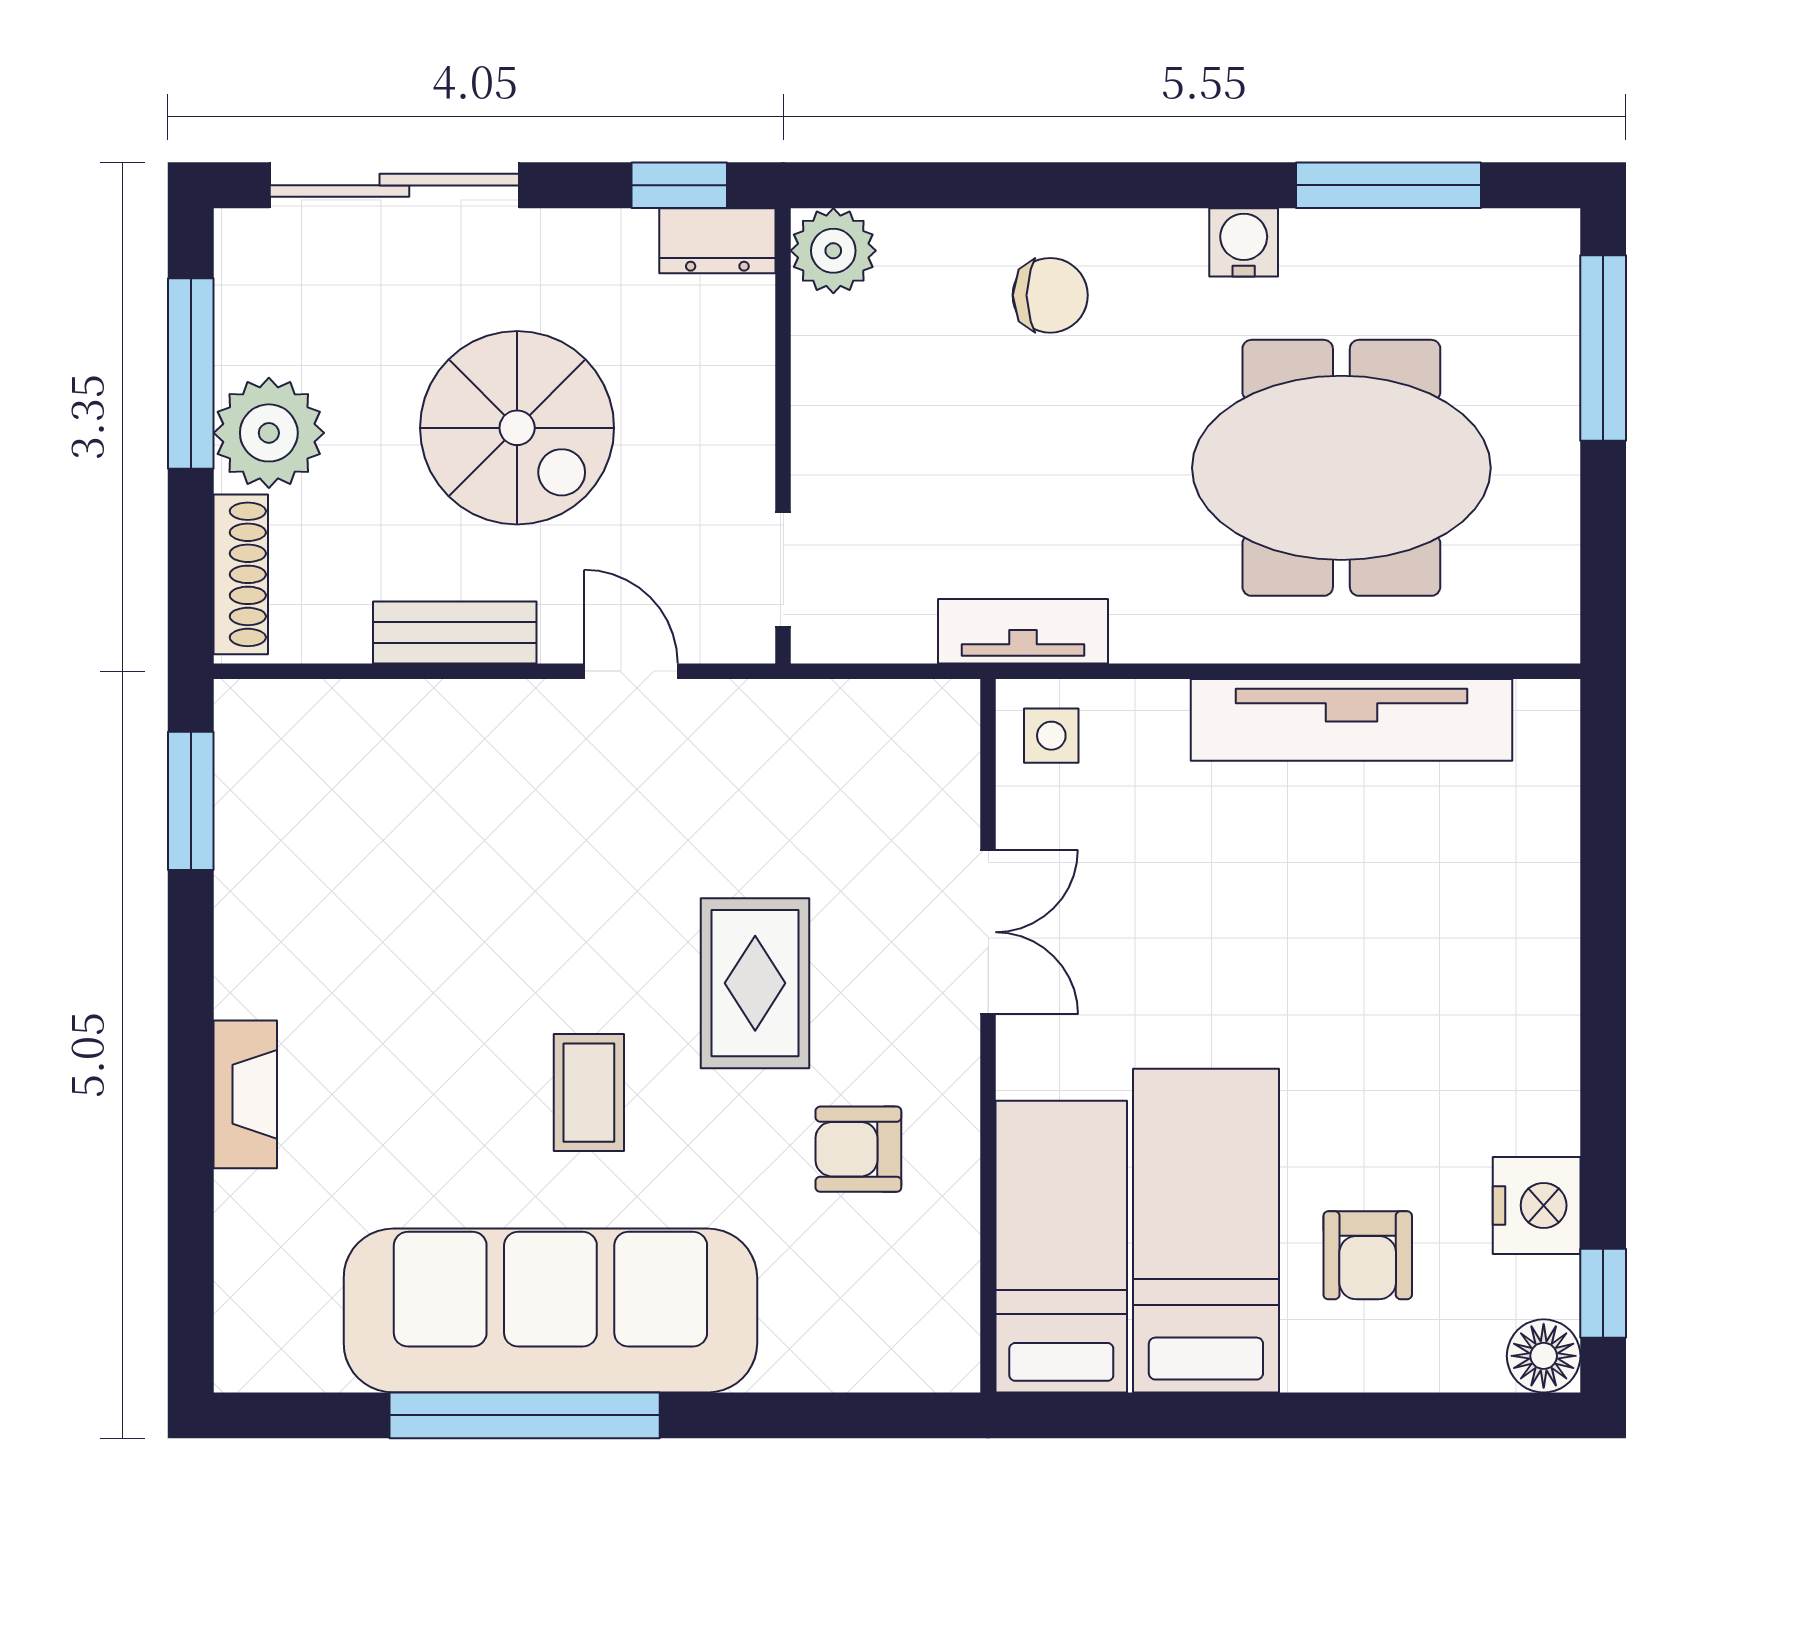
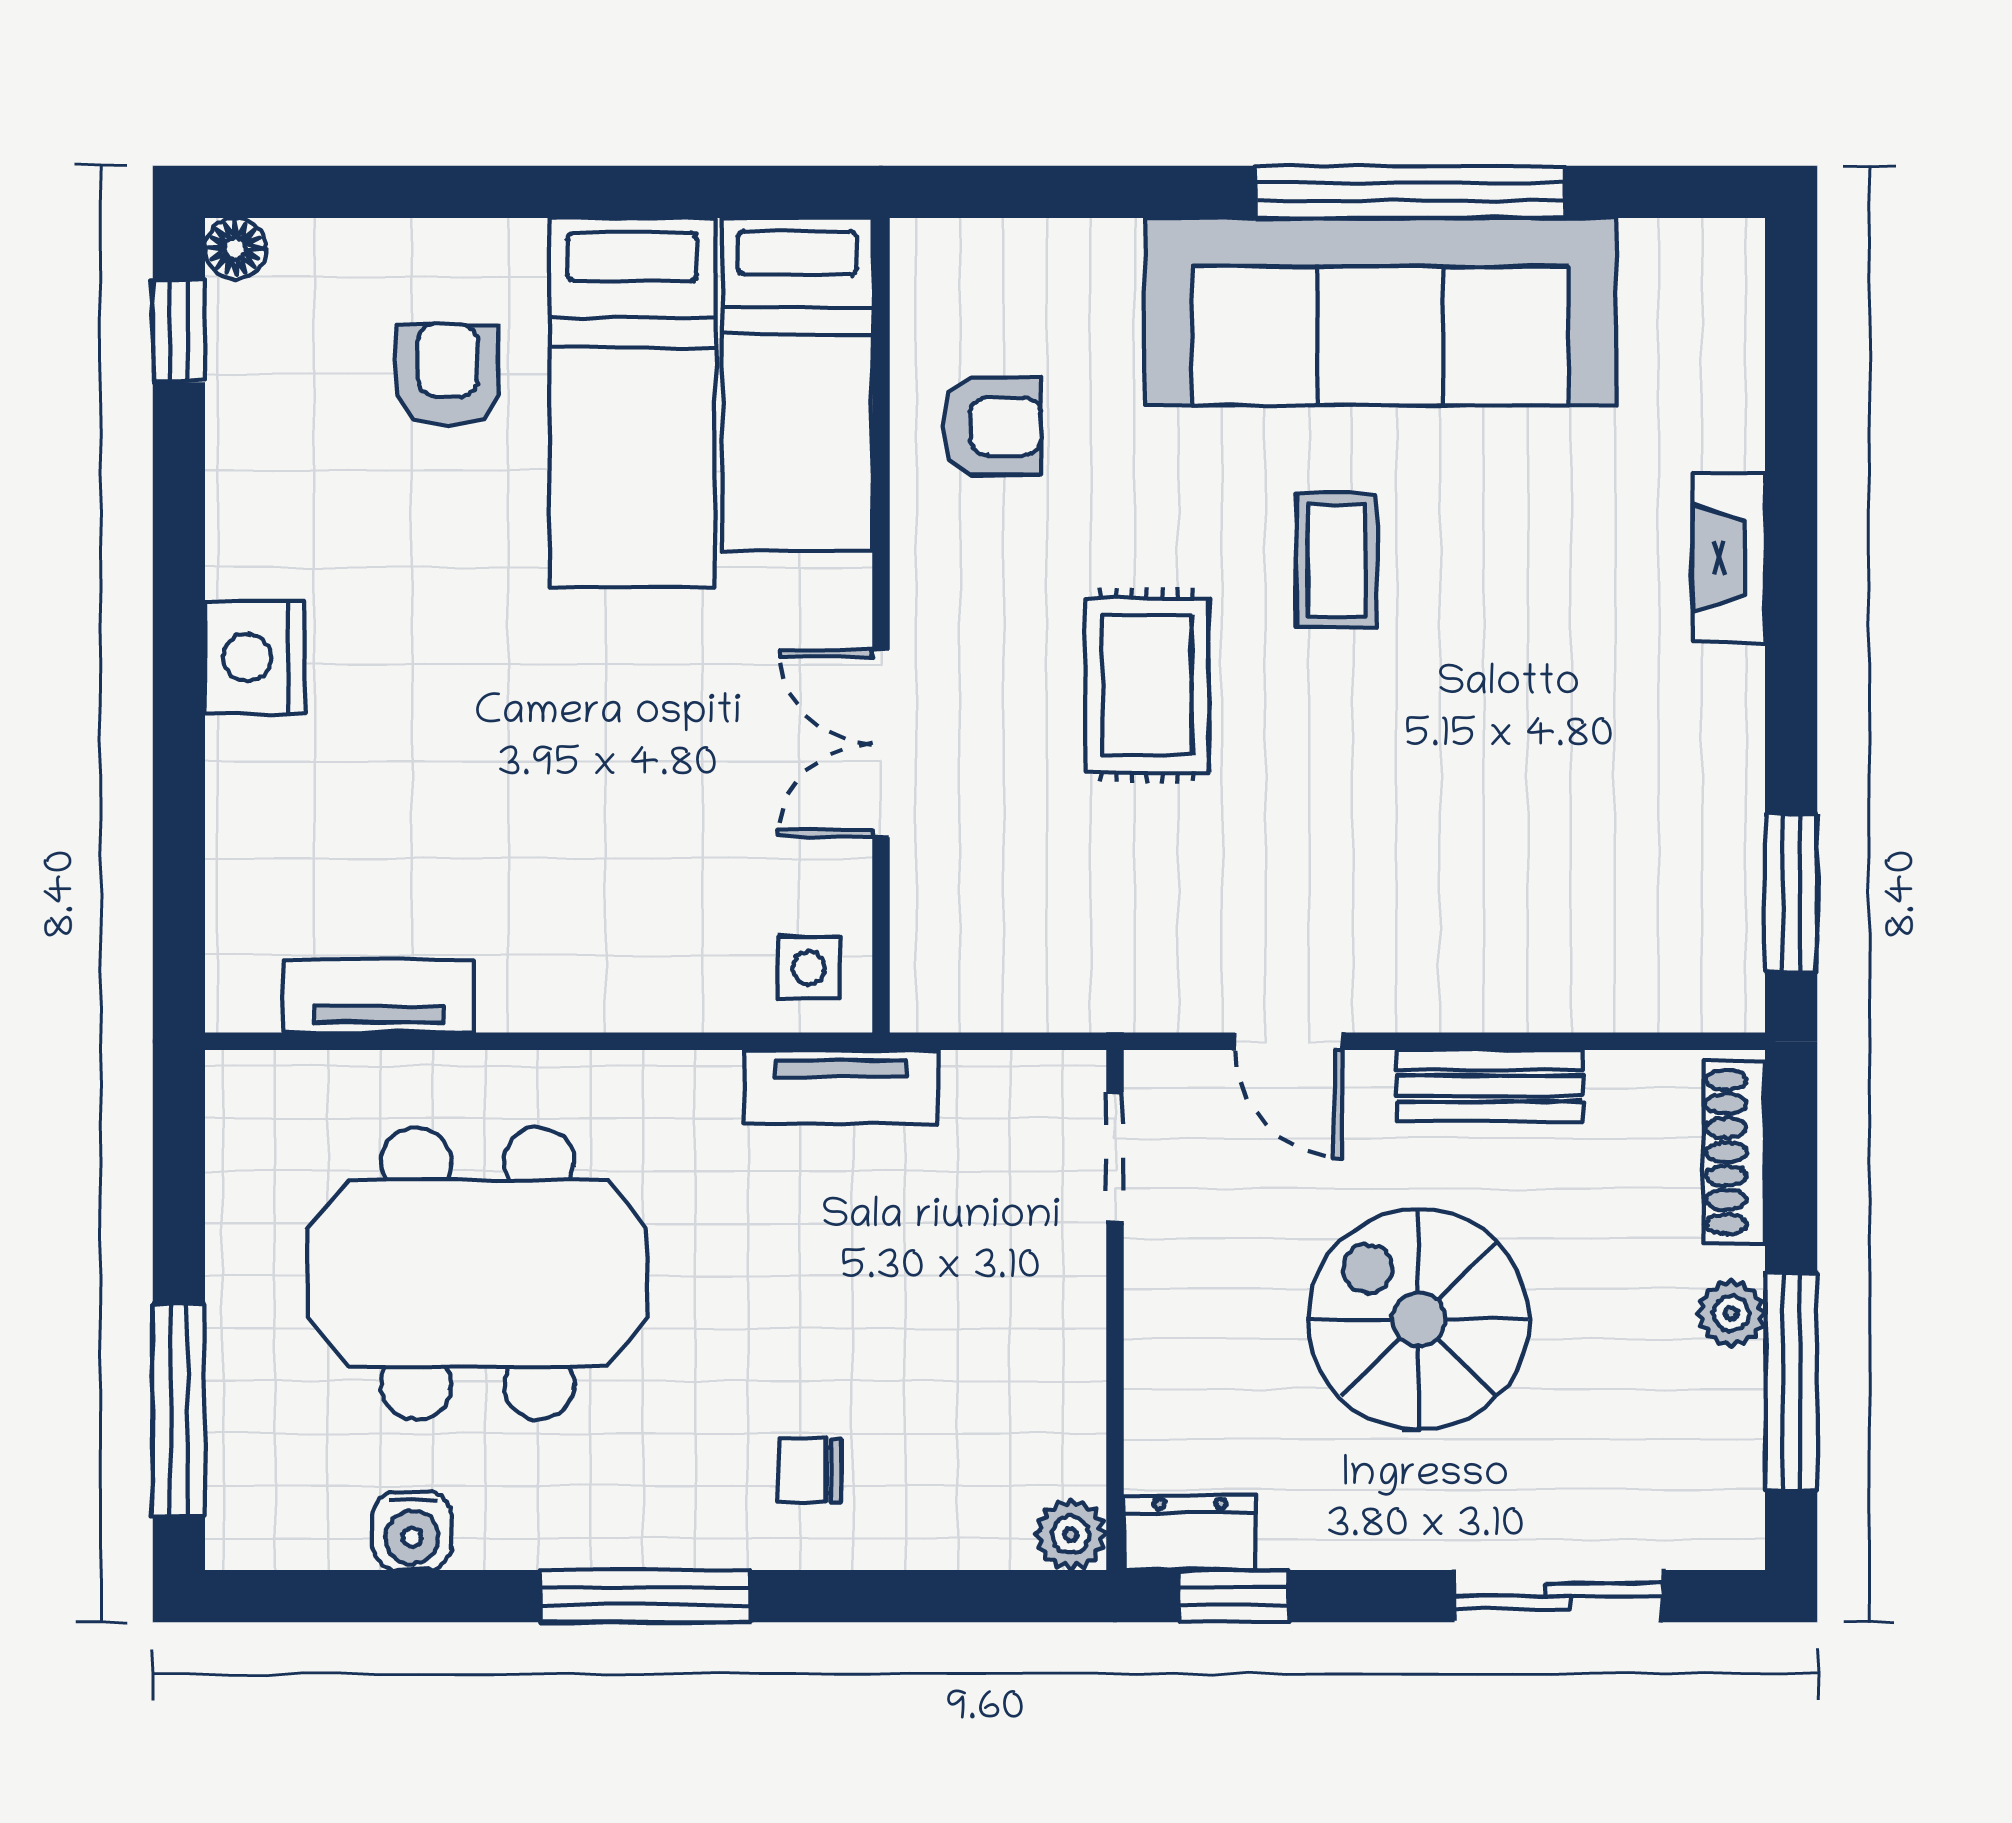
sliding door: (394, 185) -> (1559, 1596), width x0.73
window: (1389, 185) -> (645, 1596), moved
water cooler: (1244, 242) -> (412, 1531), moved
plant: (833, 251) -> (1071, 1535), width x0.73, depth x0.73
chair: (1050, 295) -> (810, 1470), width x0.73, depth x0.73
plant: (269, 433) -> (1731, 1313), width x0.53, depth x0.53
tv unit: (1352, 720) -> (378, 996), width x0.52, depth x0.78
armchair: (858, 1149) -> (992, 426), moved
nightstand: (1537, 1205) -> (255, 658), moved
floor lamp: (1544, 1356) -> (235, 248), width x0.73, depth x0.73

